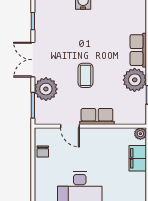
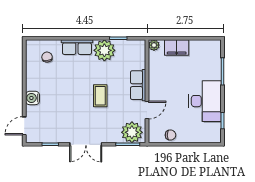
chair: (127, 18) -> (47, 57), added
coffee table: (85, 75) -> (100, 96), turned 90
plant: (46, 89) -> (132, 132), moved

